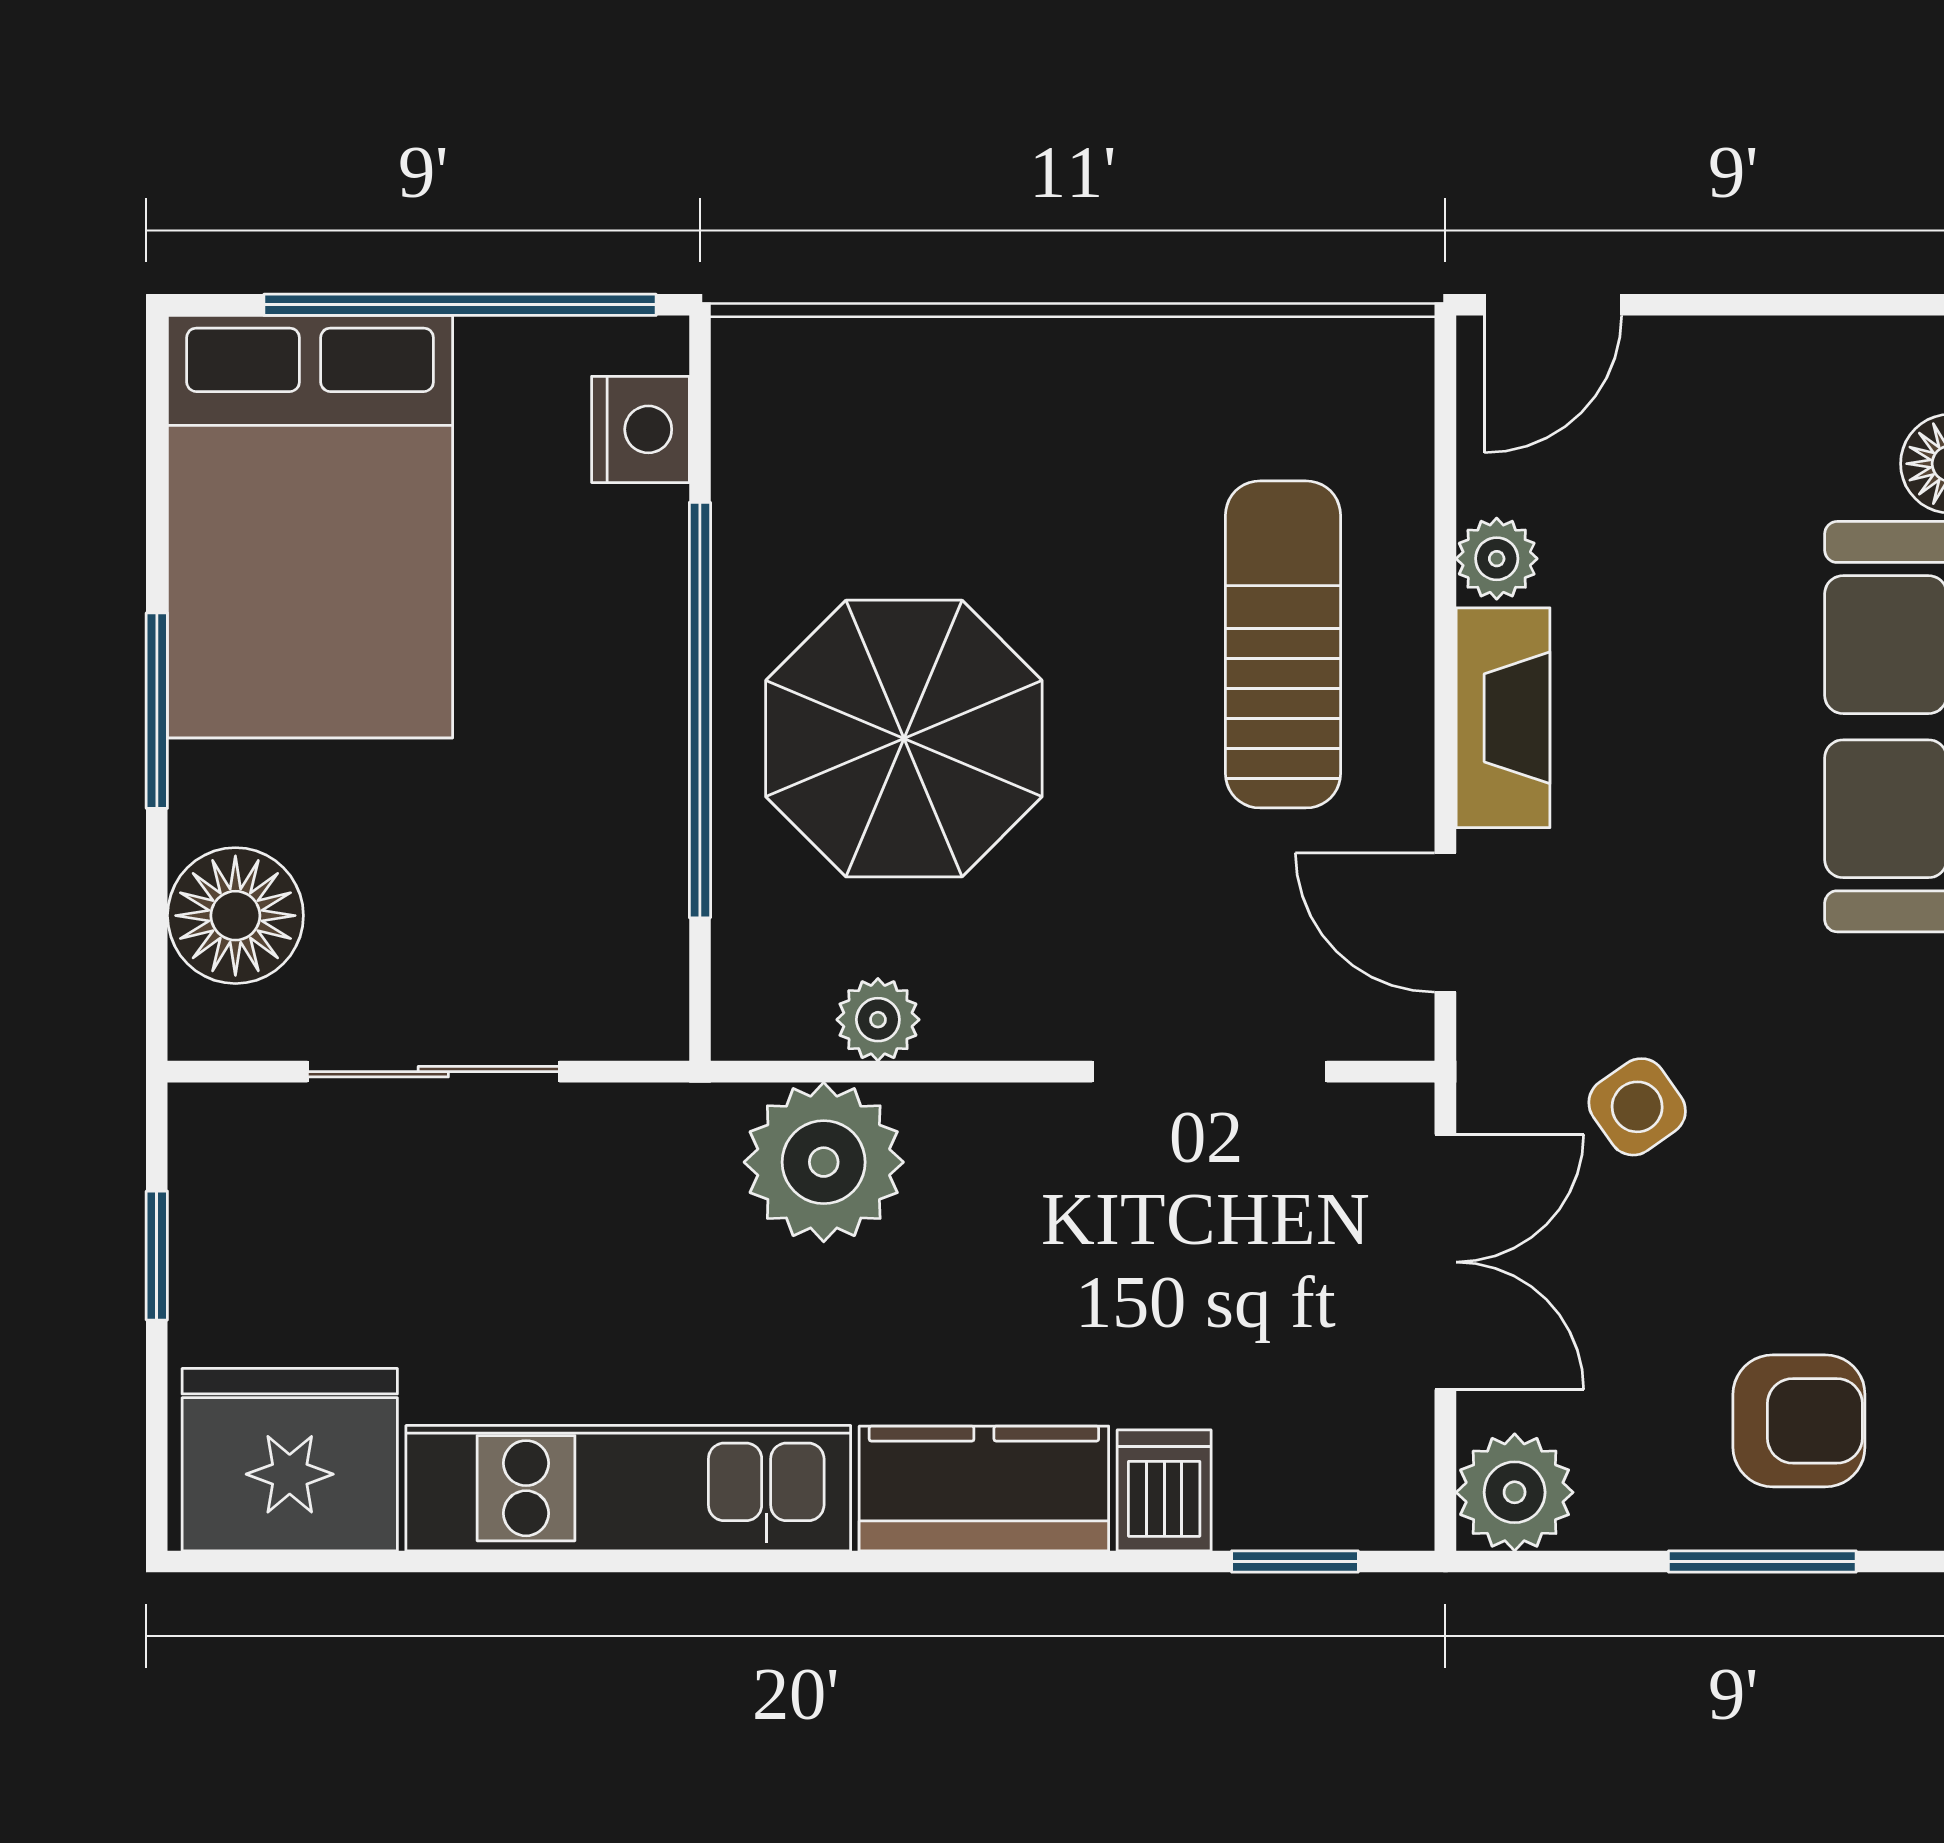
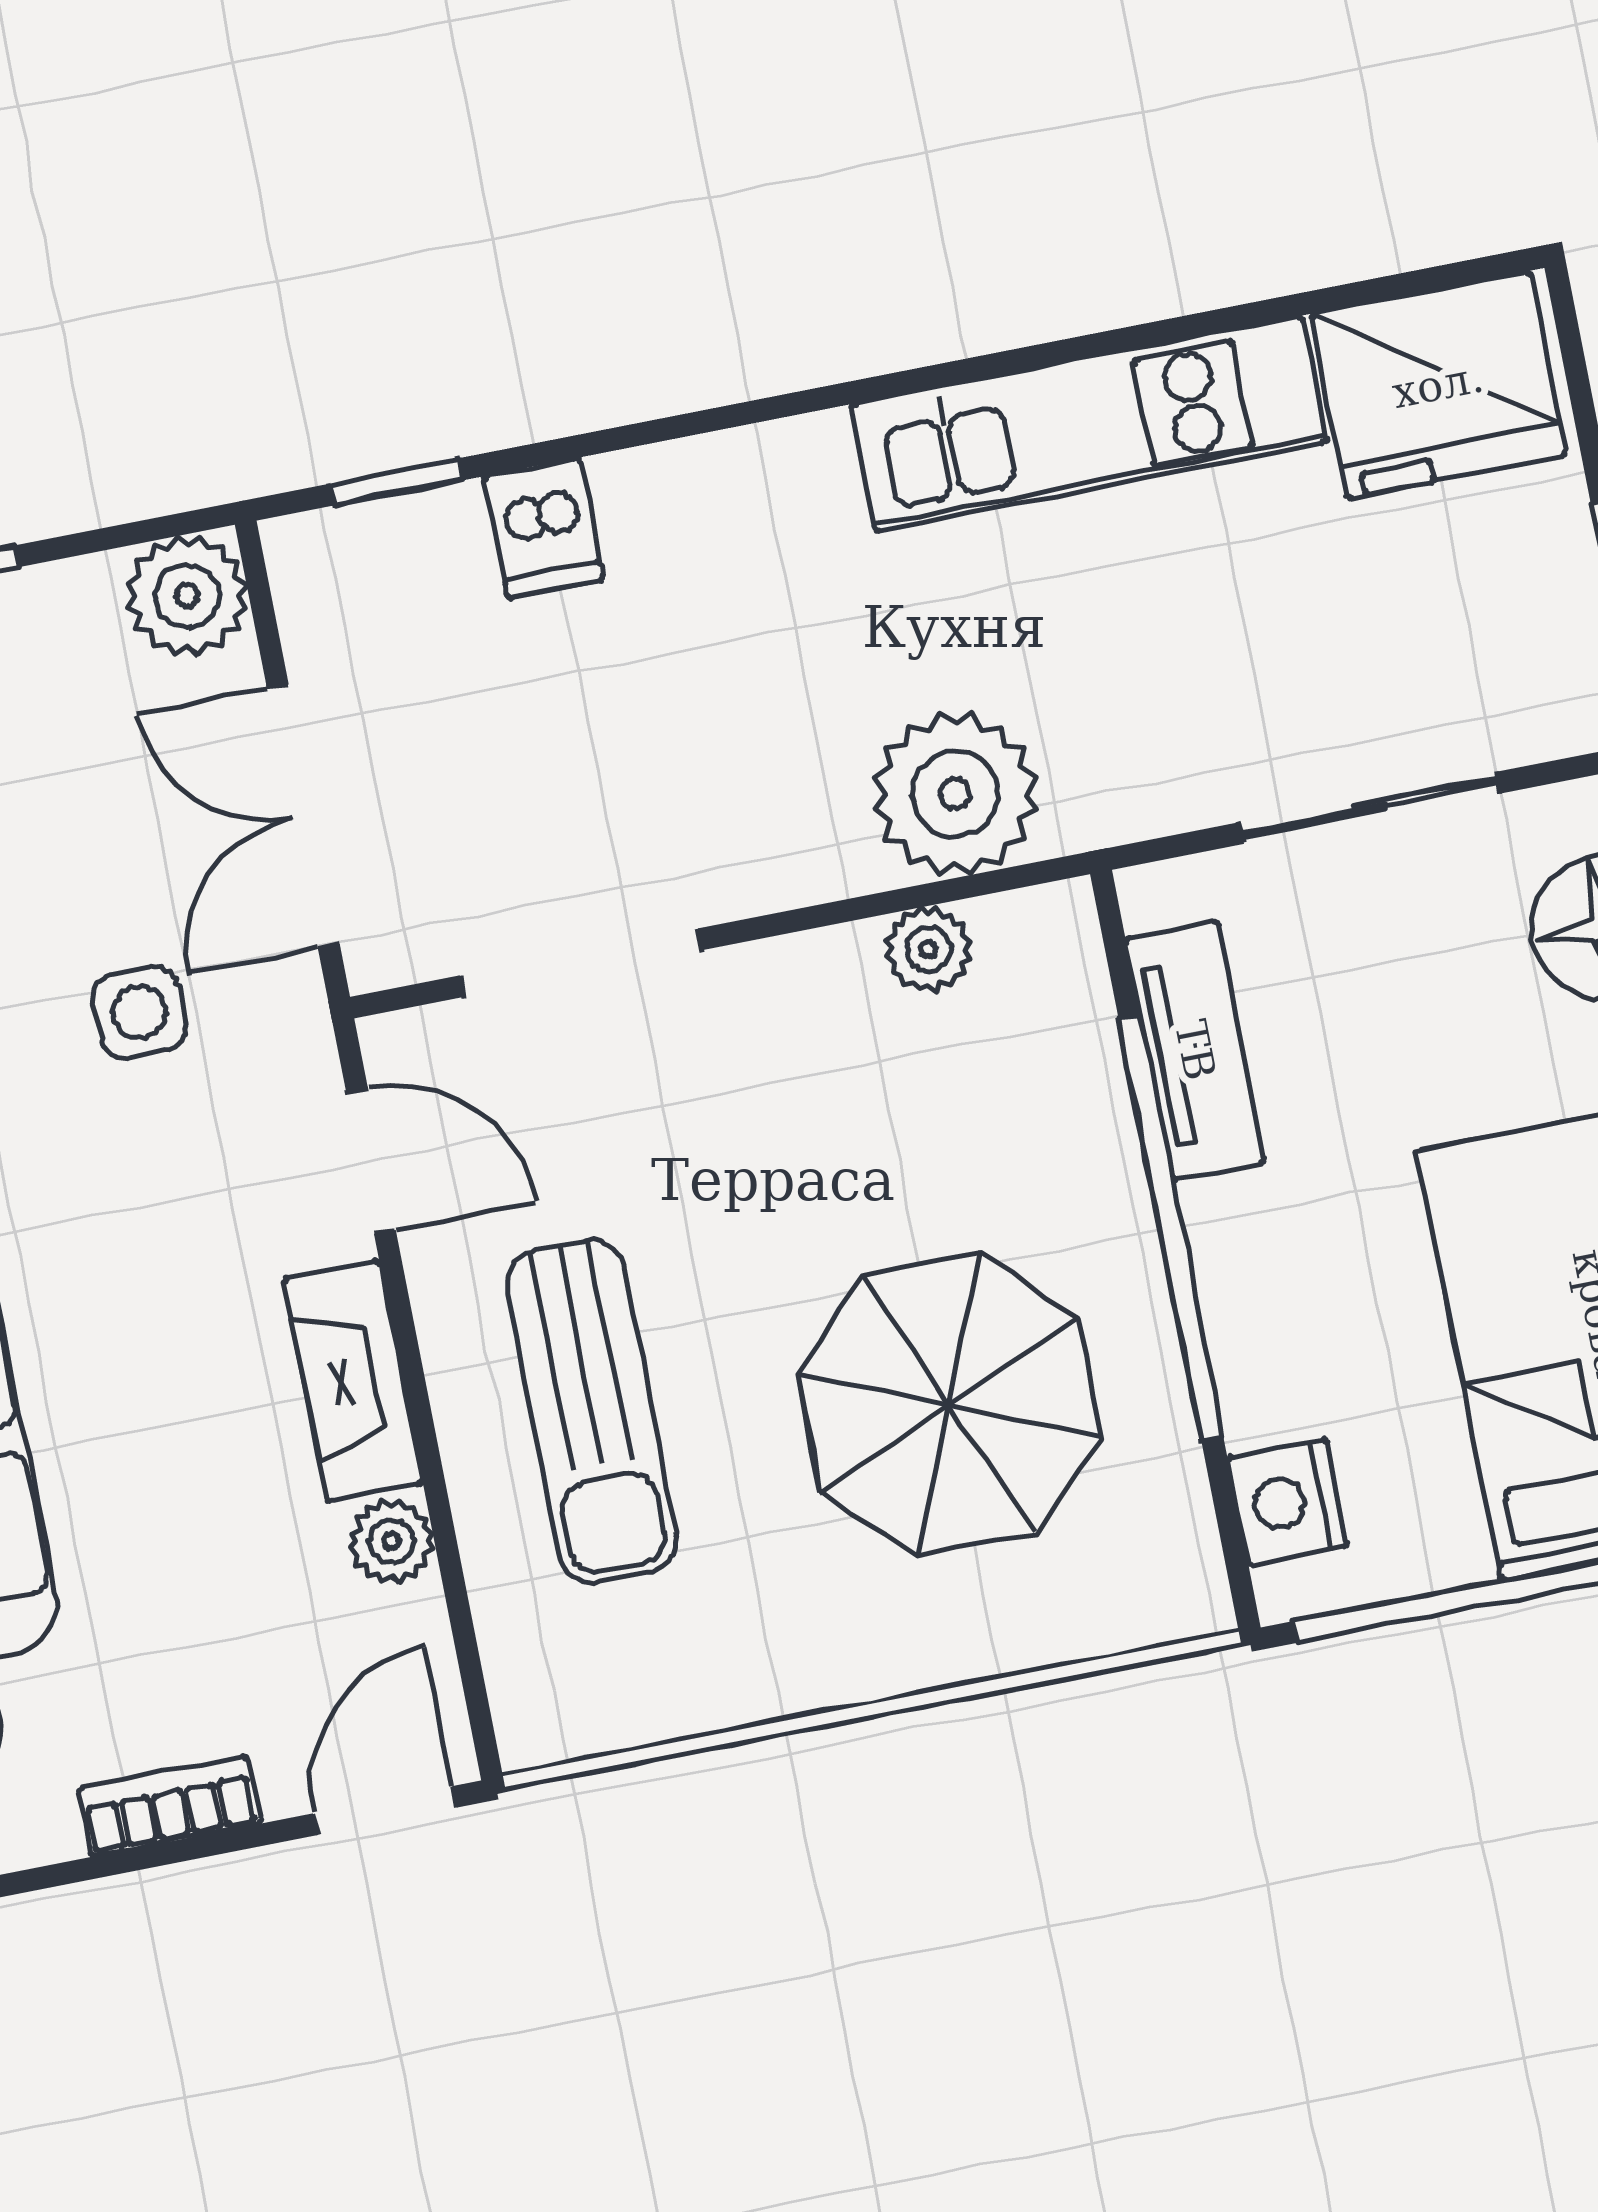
bookcase: (1756, 349) -> (169, 1806), added
parasol: (904, 739) -> (949, 1405), moved
tv unit: (644, 874) -> (1195, 1050), added
side table: (1637, 1107) -> (139, 1012), turned 35
kitchen counter: (984, 1488) -> (727, 494), removed

